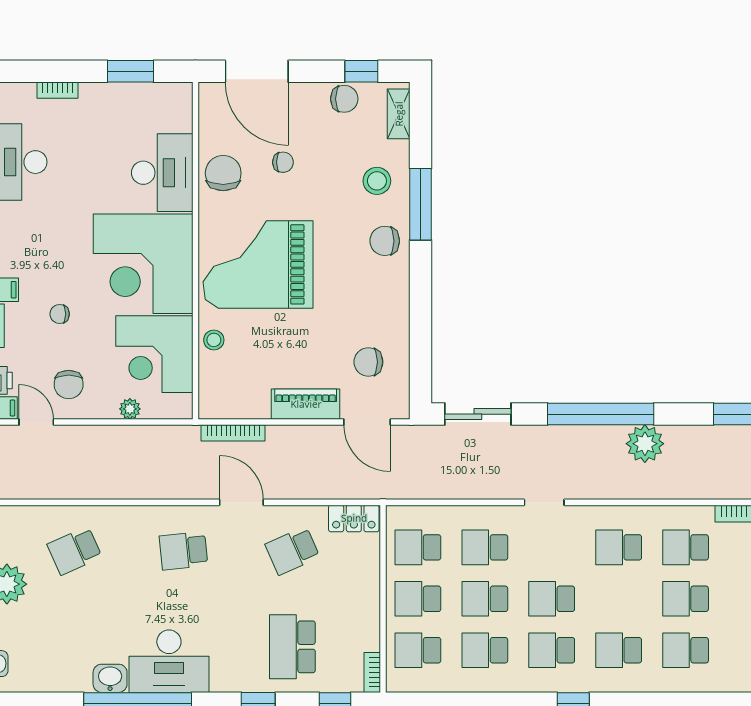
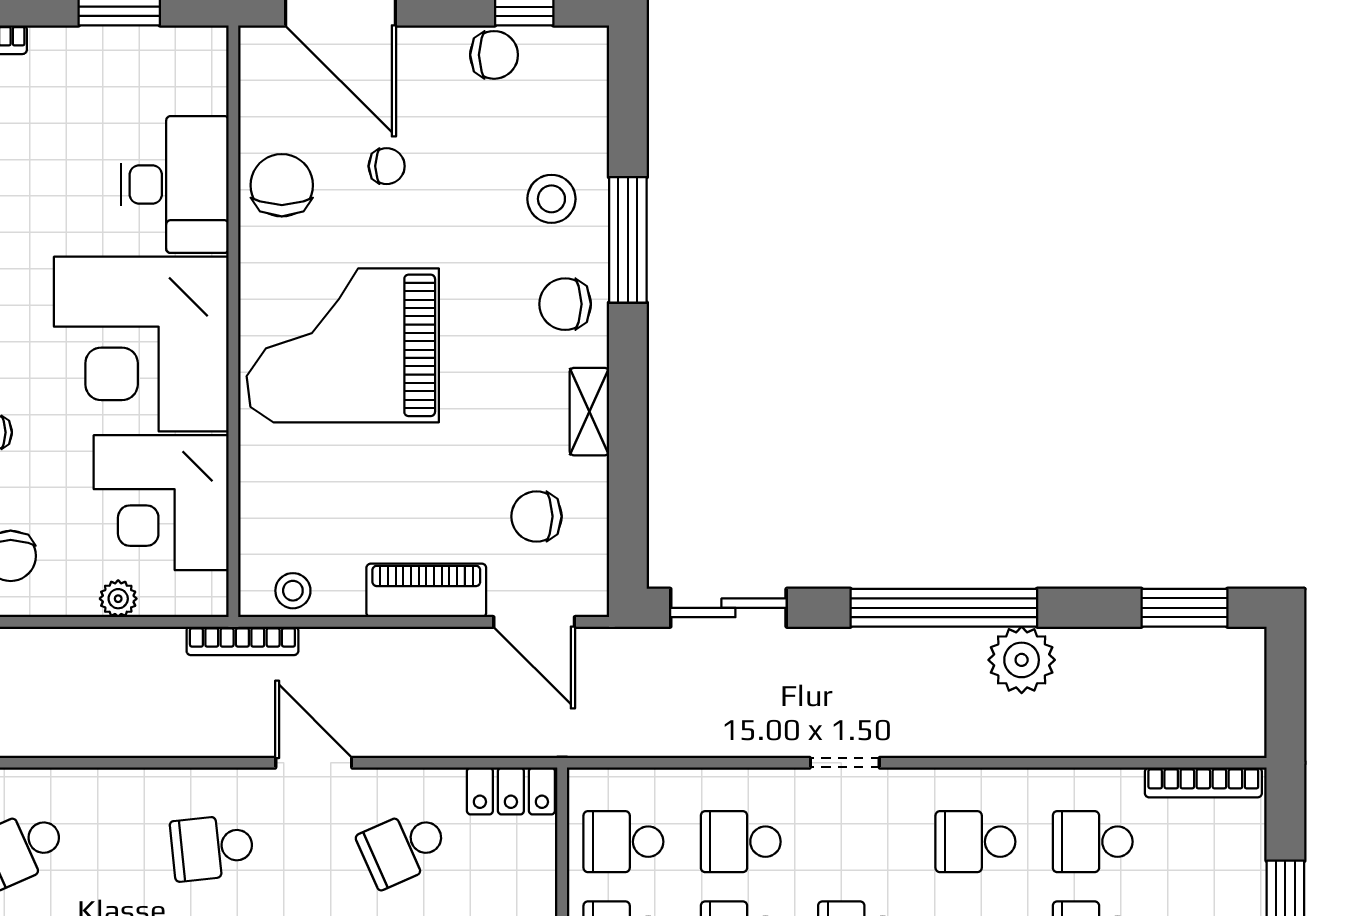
shelving: (399, 114) -> (589, 412), moved
stool: (214, 340) -> (293, 591), moved
bookcase: (233, 433) -> (242, 641), moved

